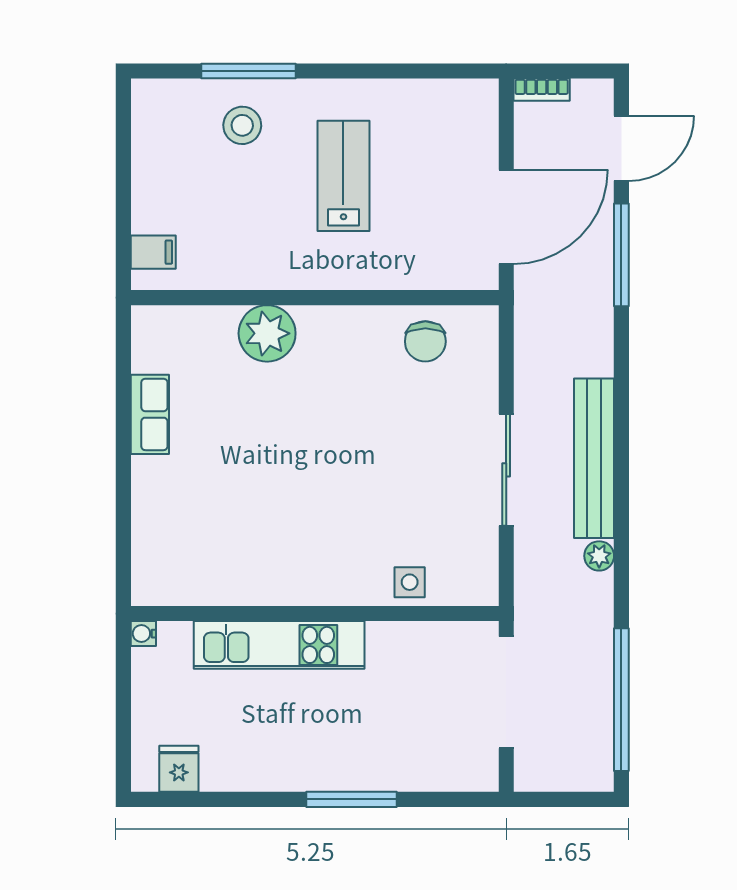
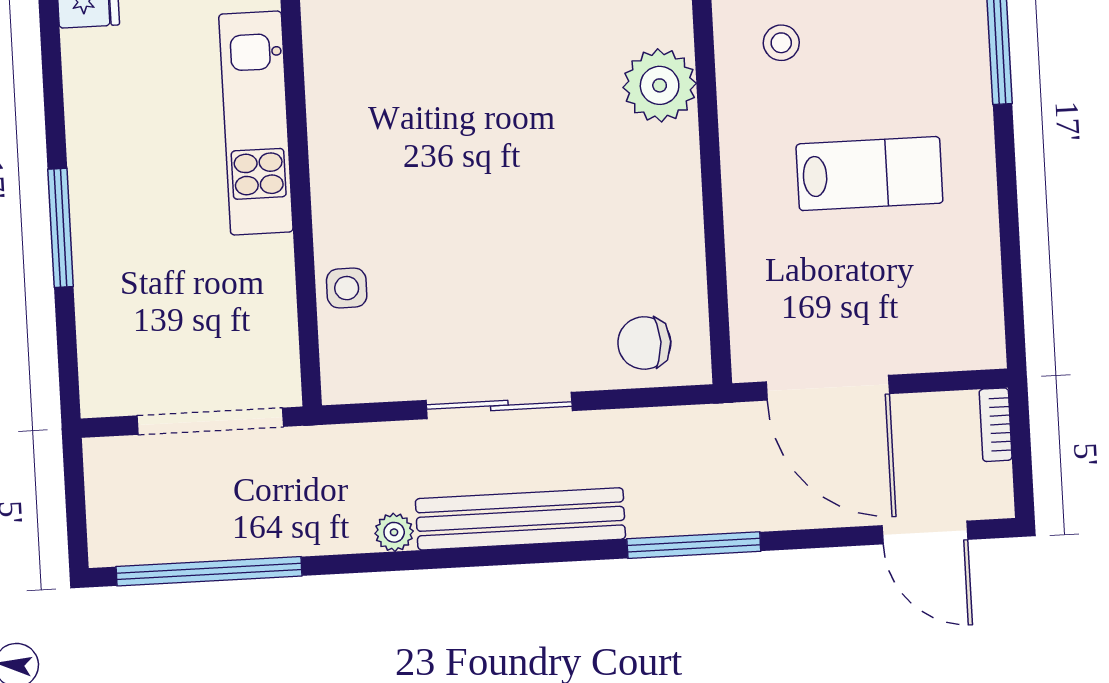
stool: (242, 125) -> (781, 43), moved, width x0.73, depth x0.73
window: (621, 255) -> (694, 545), moved
chair: (425, 341) -> (644, 343), moved

